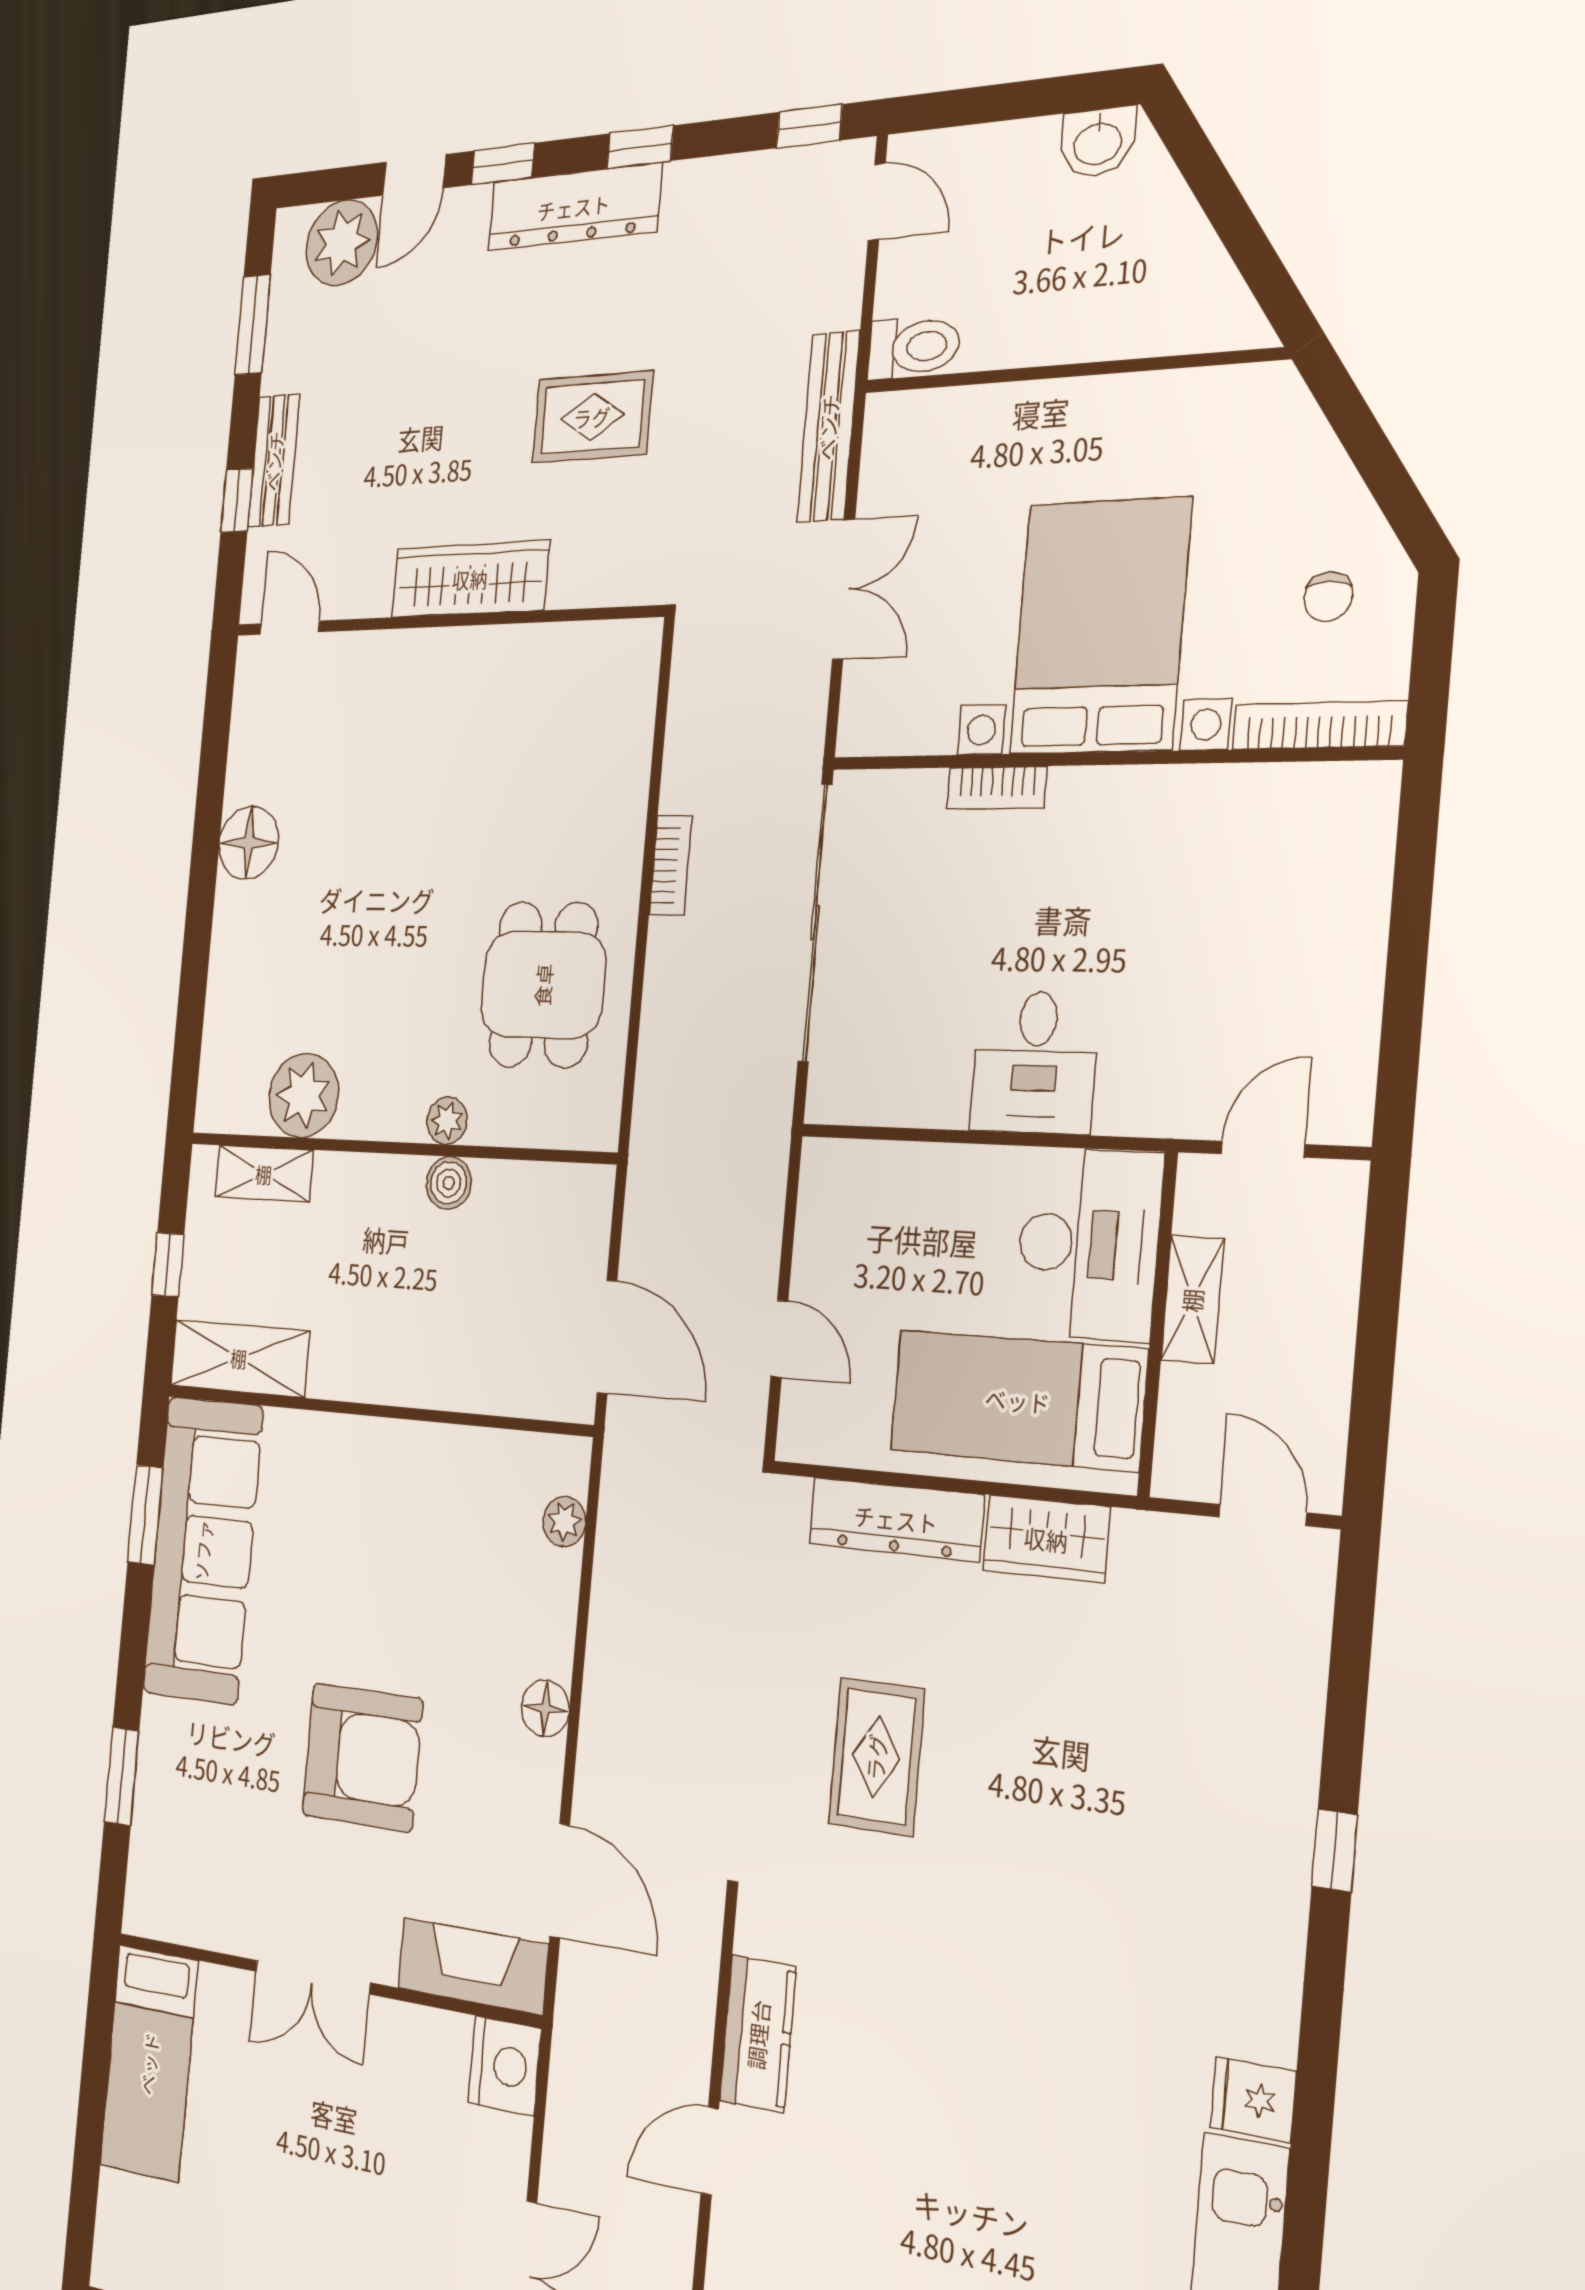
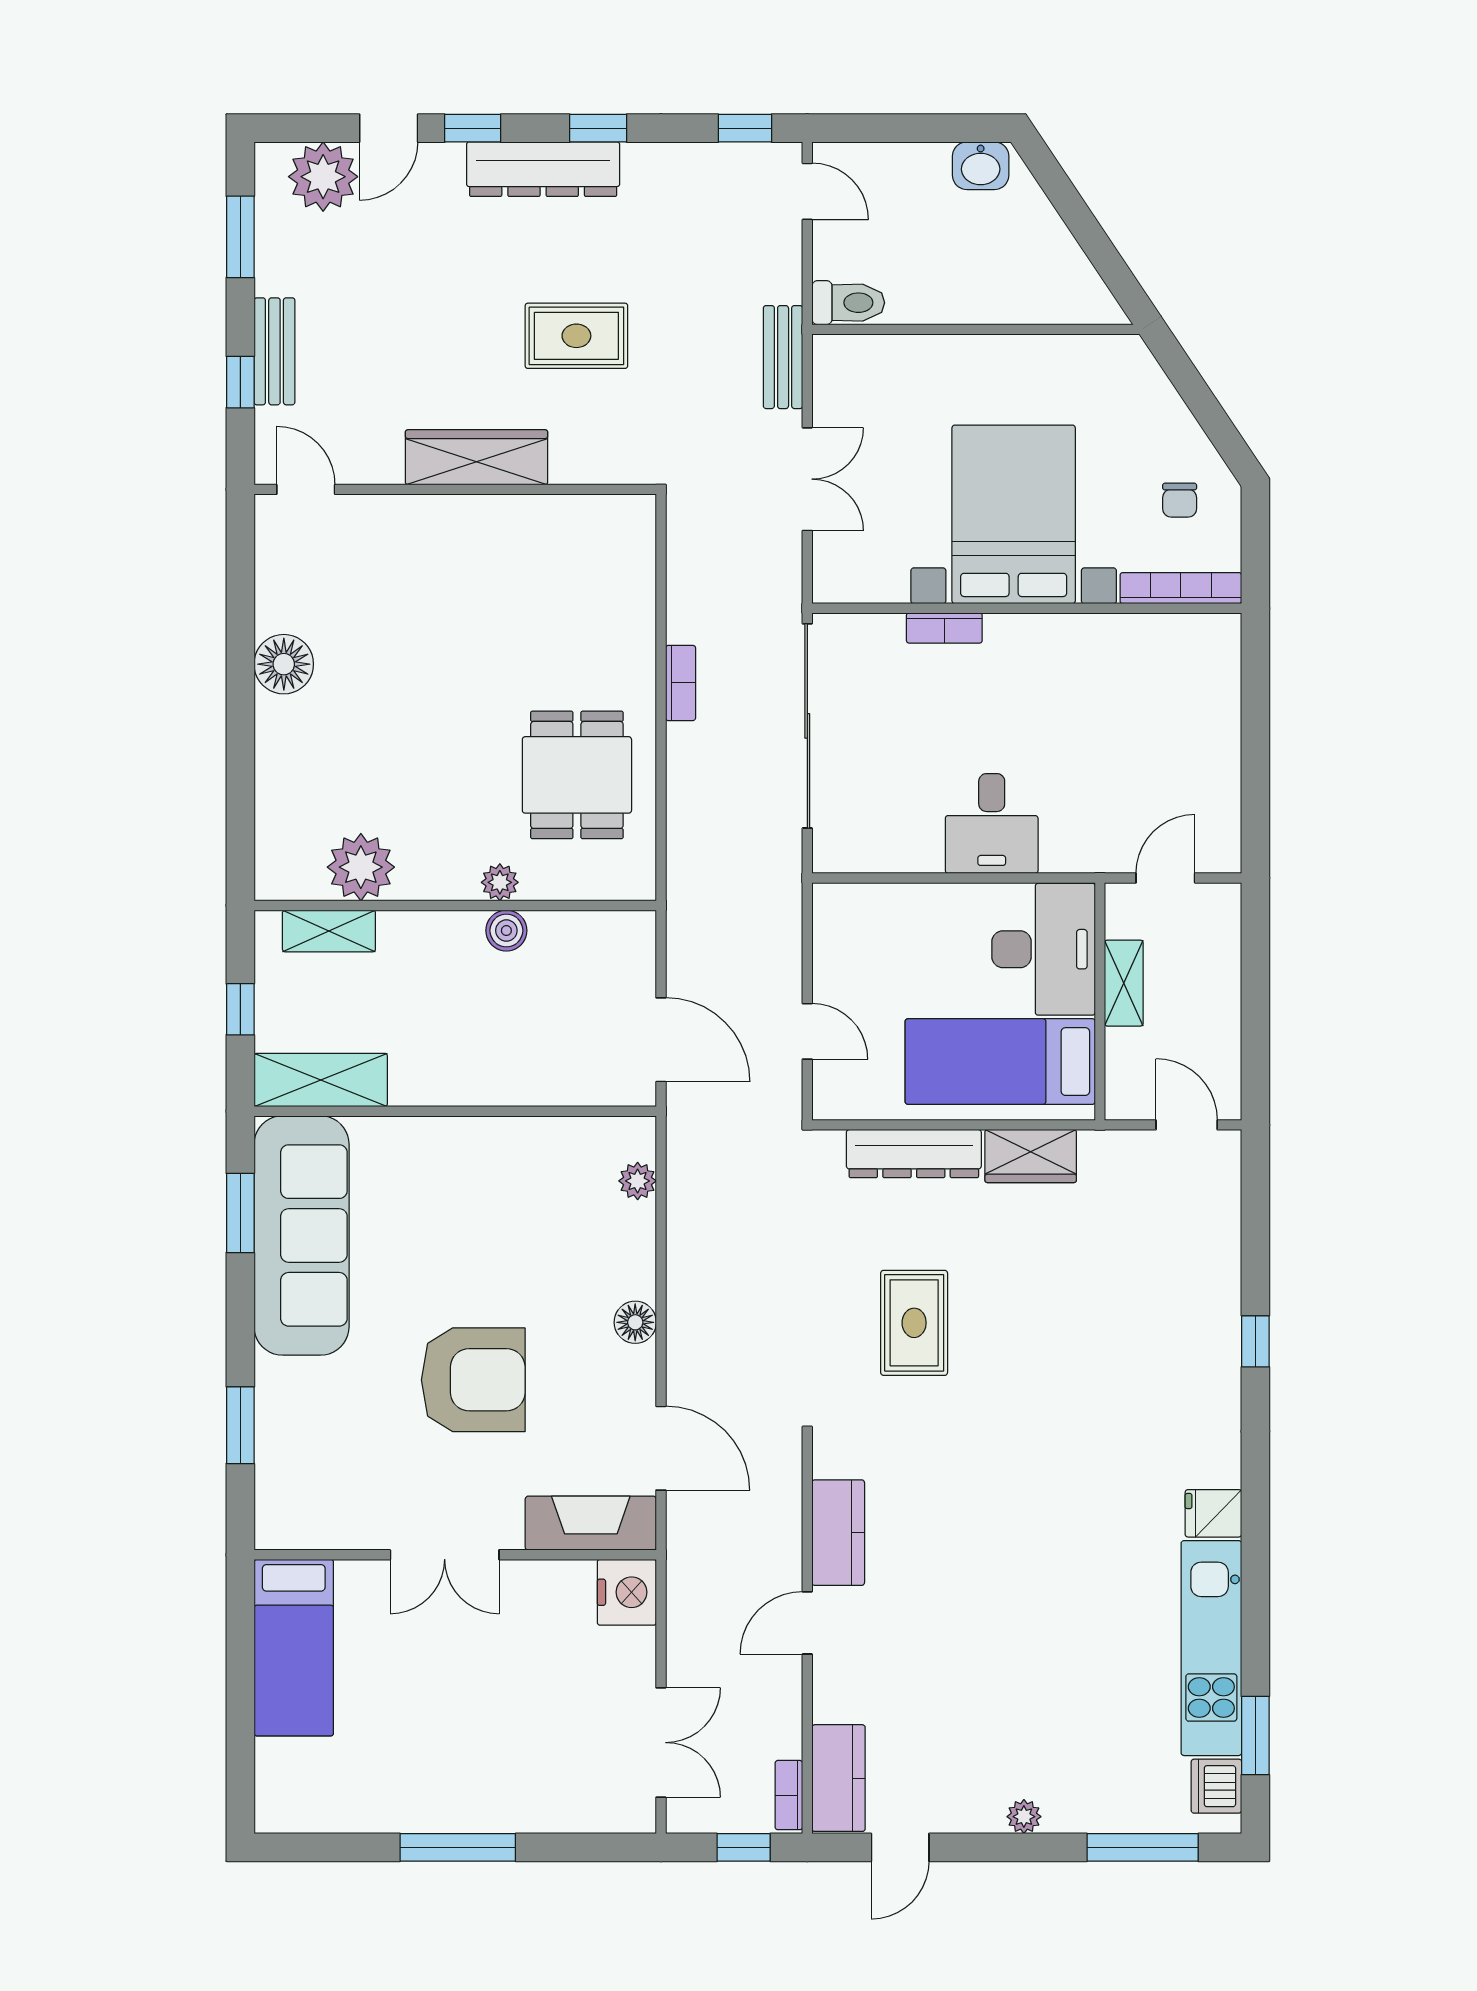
bench: (828, 427) -> (783, 357), width x0.73

